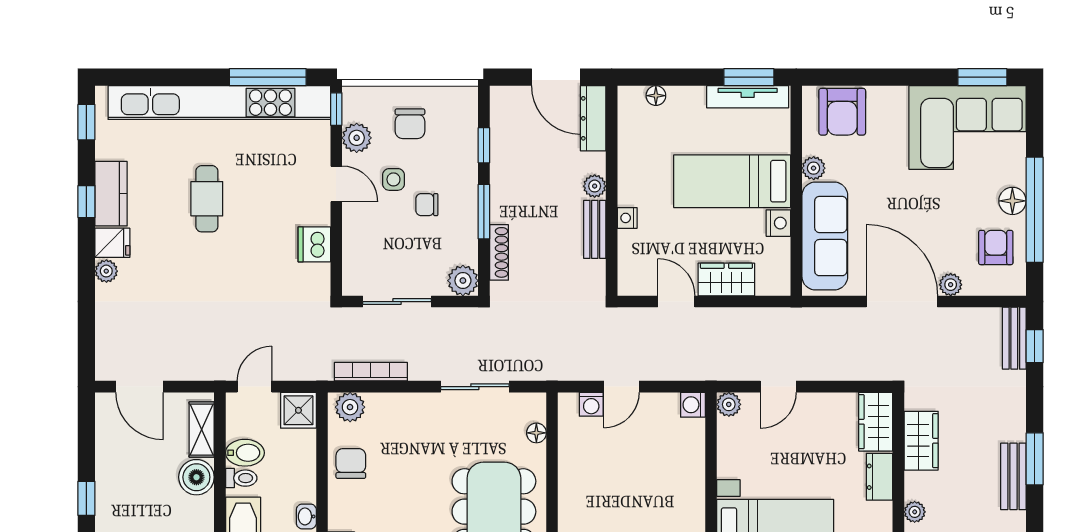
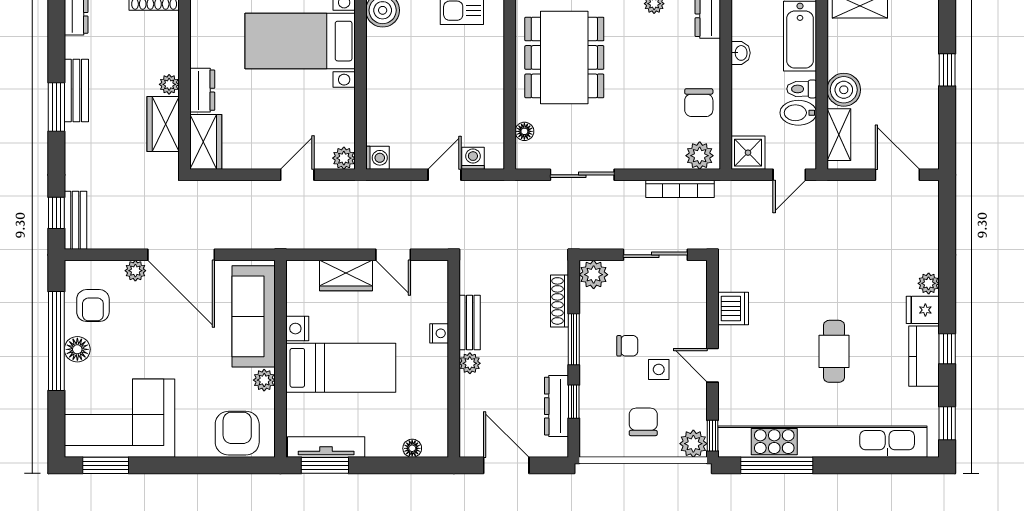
dresser: (593, 118) -> (556, 406), moved, turned 180
plant: (357, 138) -> (693, 444), moved
plant: (915, 512) -> (169, 84), moved

